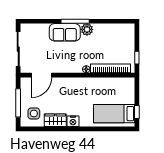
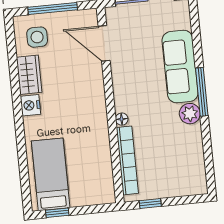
sofa: (65, 32) -> (180, 67), width x1.36

